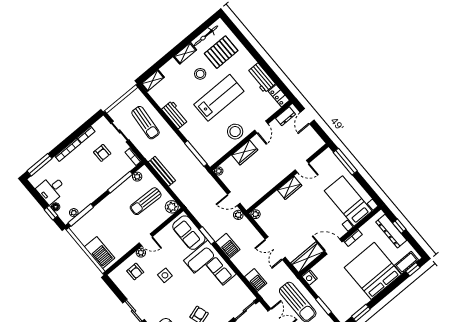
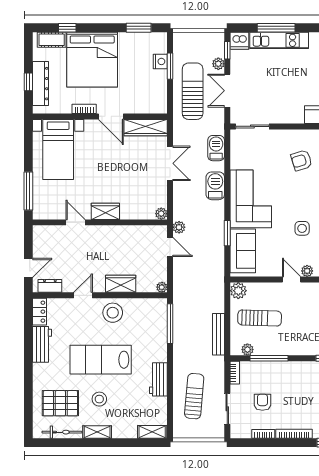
barbecue: (228, 246) -> (215, 186), moved
window: (413, 269) -> (67, 28), moved
nightstand: (310, 278) -> (160, 61), moved

